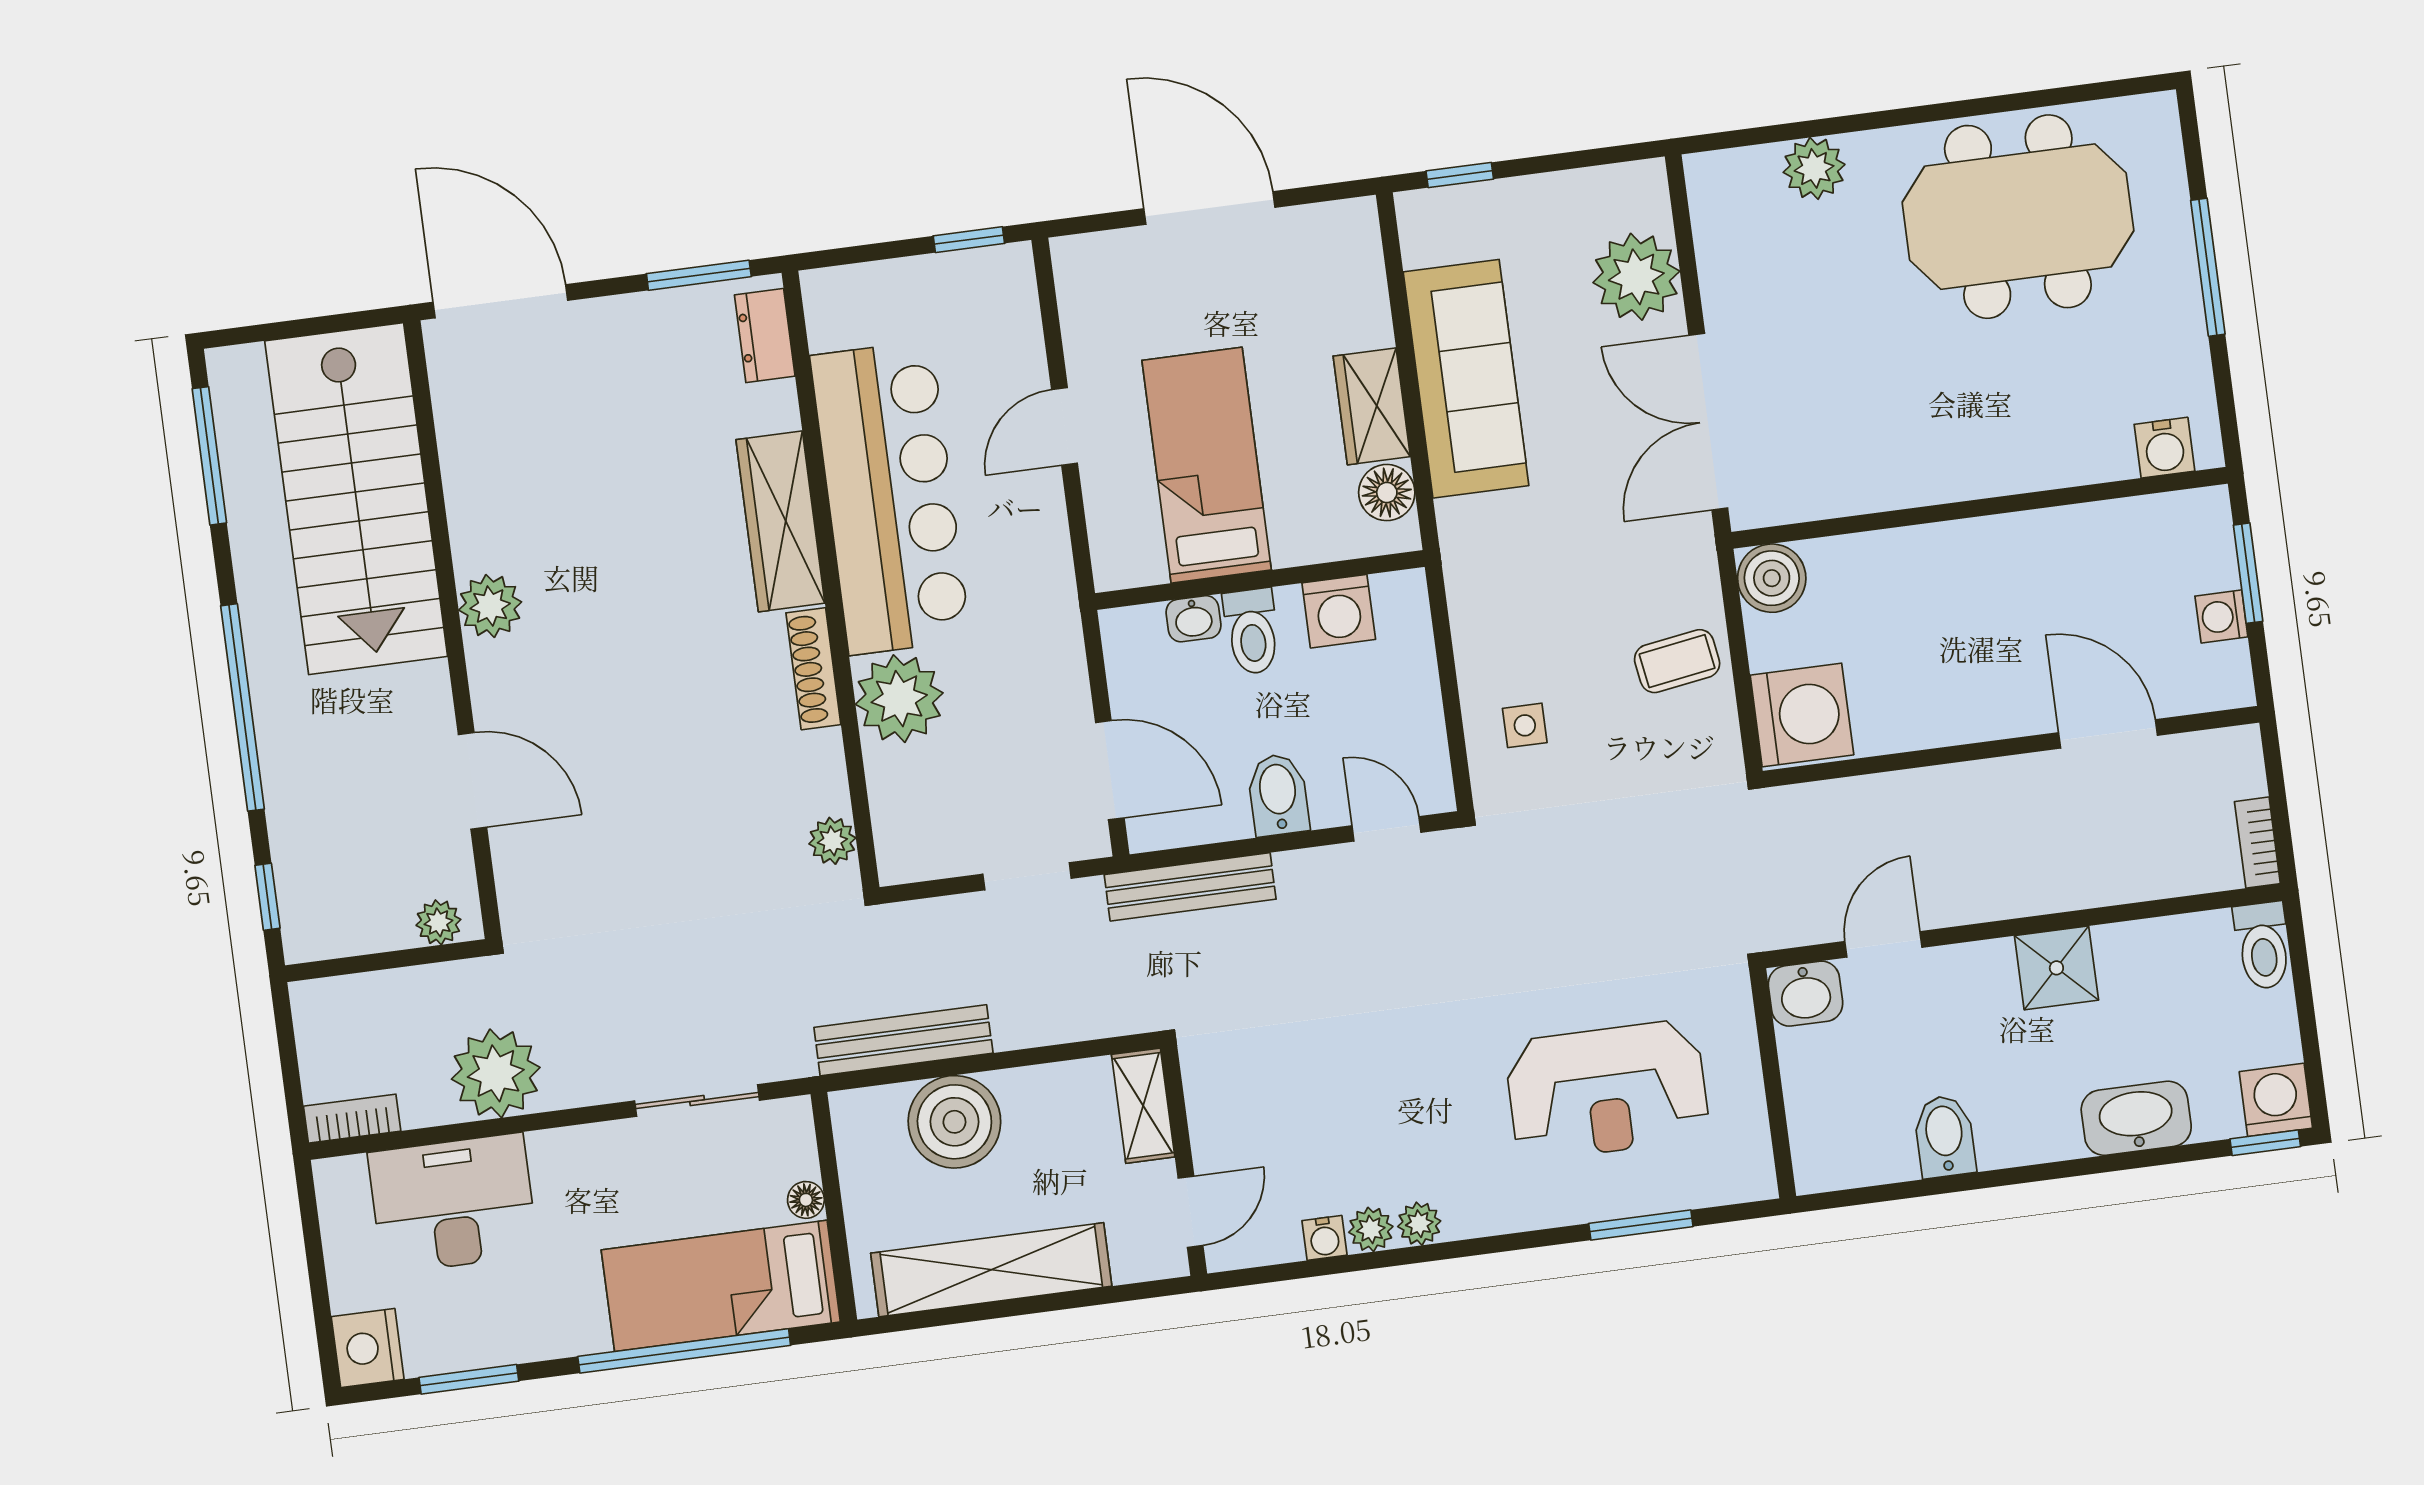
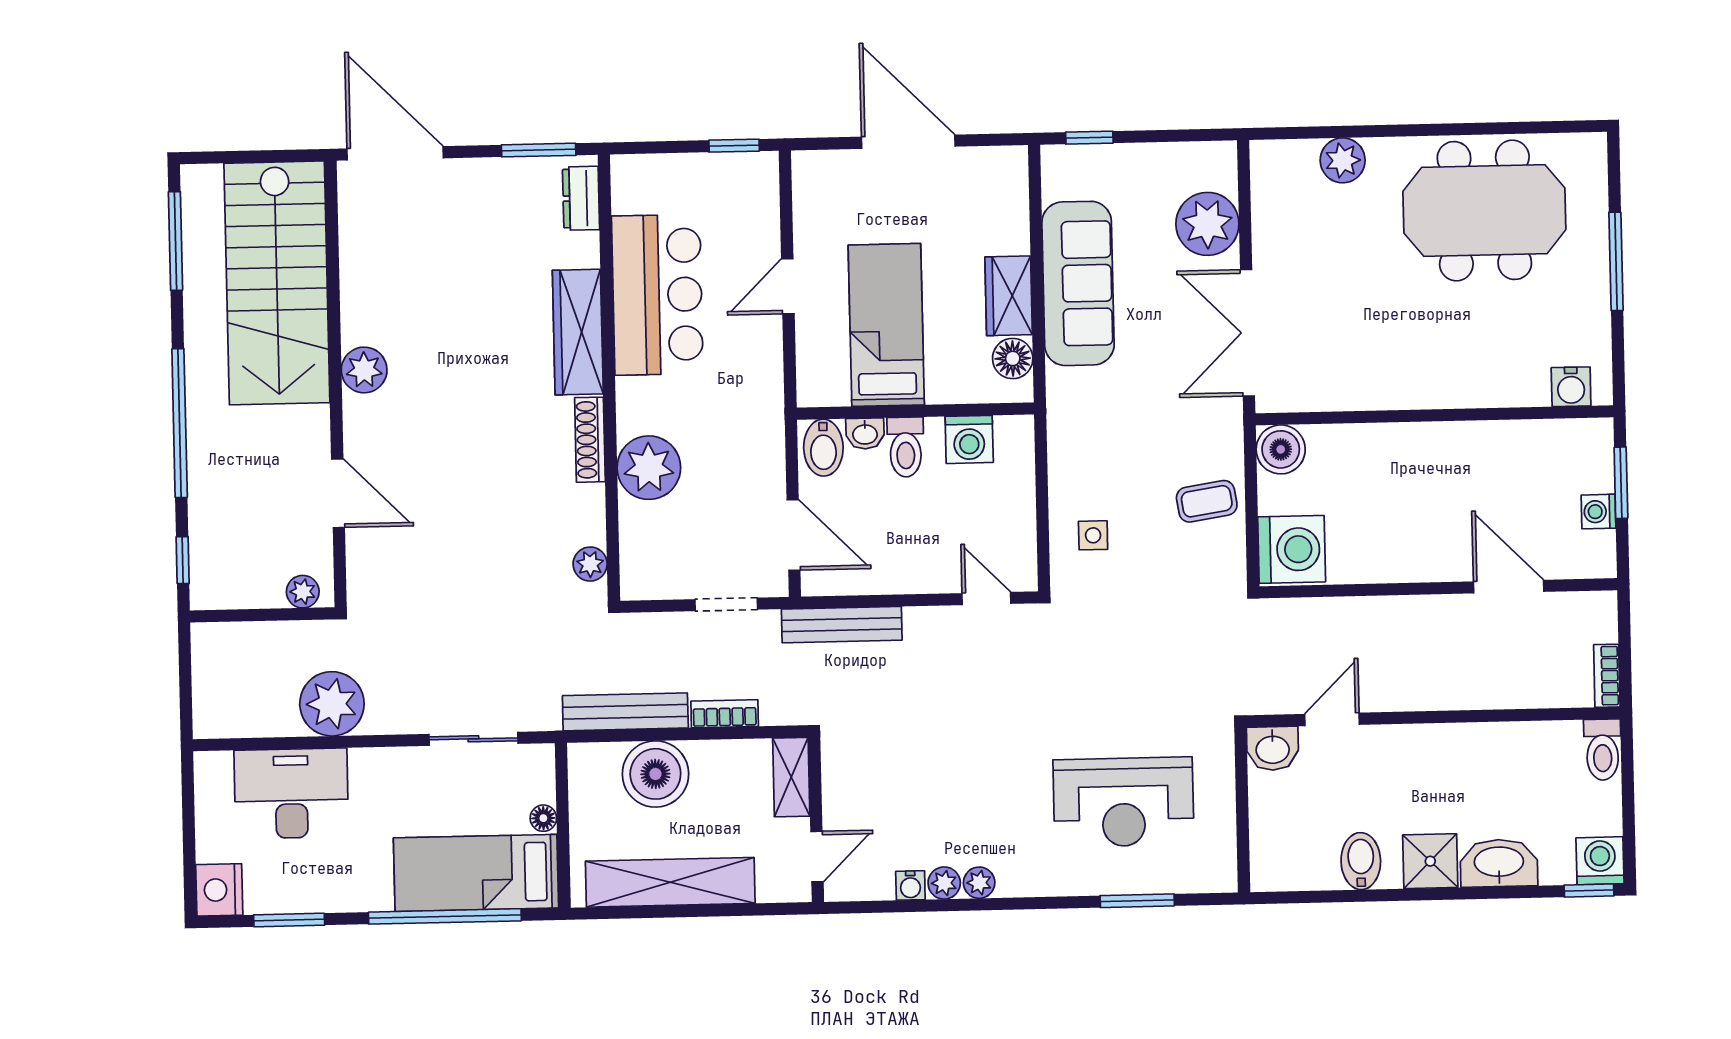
bar counter: (890, 498) -> (657, 295), width x0.73
bidet: (1278, 795) -> (823, 448), moved, turned 180
shower: (2056, 968) -> (1430, 861), moved
bookcase: (352, 1119) -> (725, 714), moved

